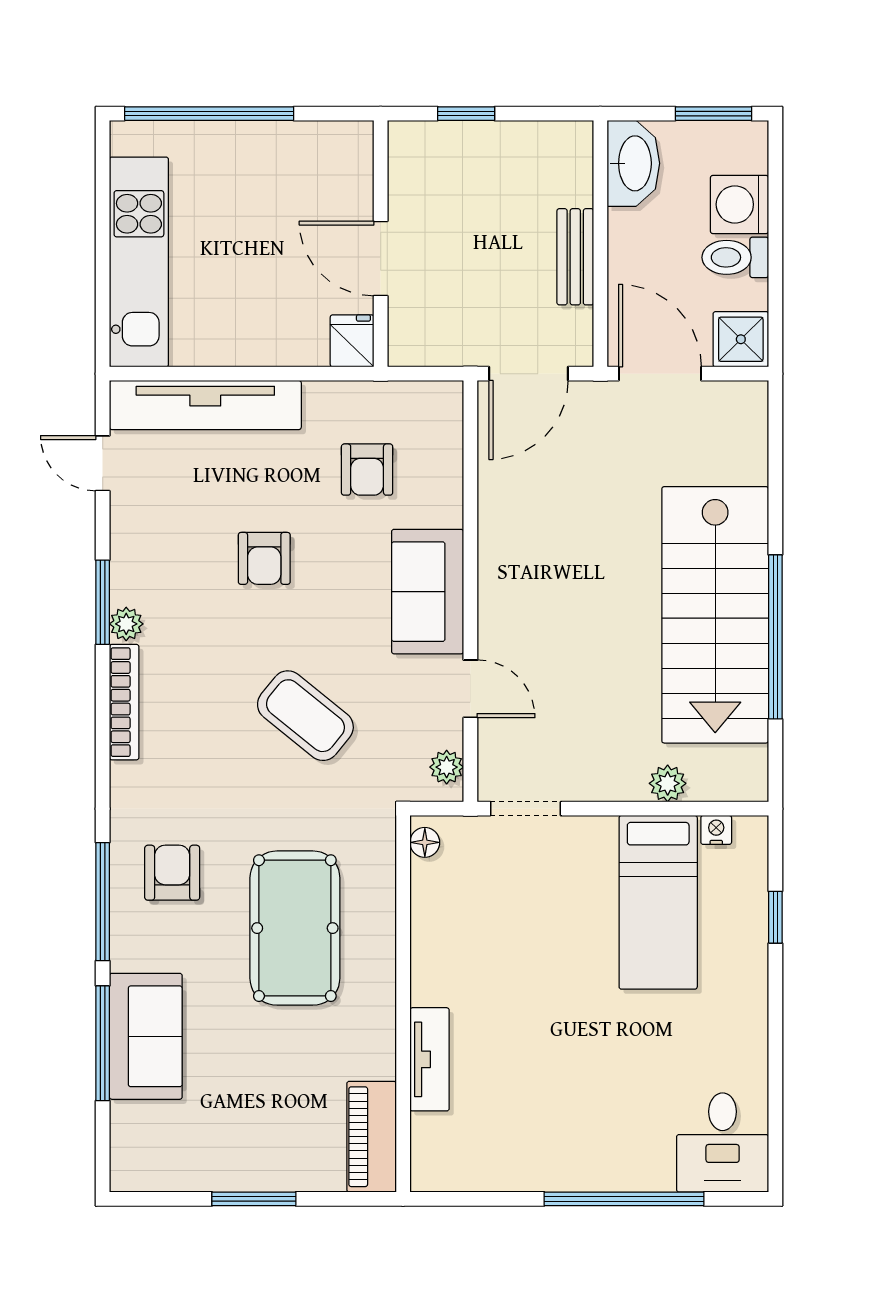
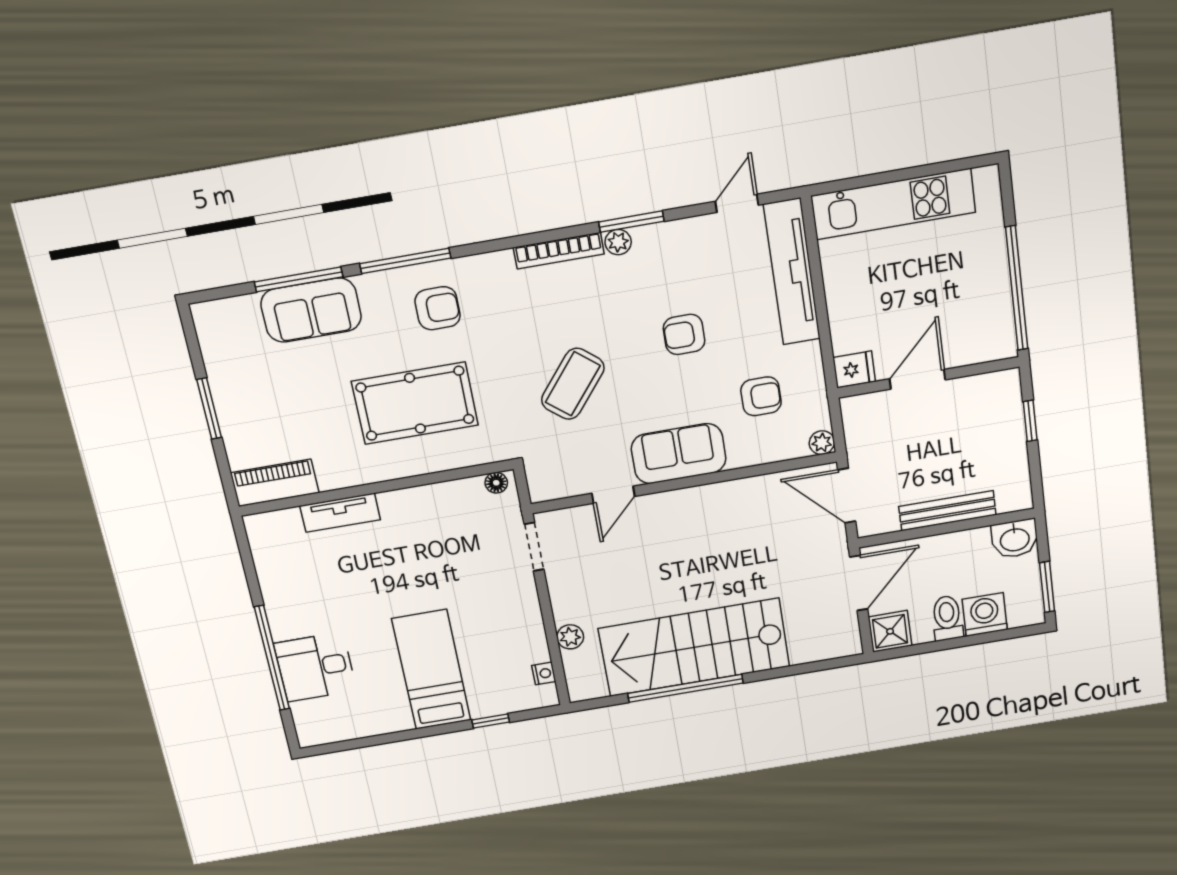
window: (209, 114) -> (1017, 288), moved
washbasin: (633, 163) -> (1015, 539), width x0.72
bench: (575, 257) -> (947, 511), width x1.36
armchair: (367, 470) -> (761, 396), turned 180
plant: (447, 767) -> (822, 443), moved
bed: (658, 902) -> (431, 670), moved, turned 90
desk: (723, 1143) -> (315, 667), moved

